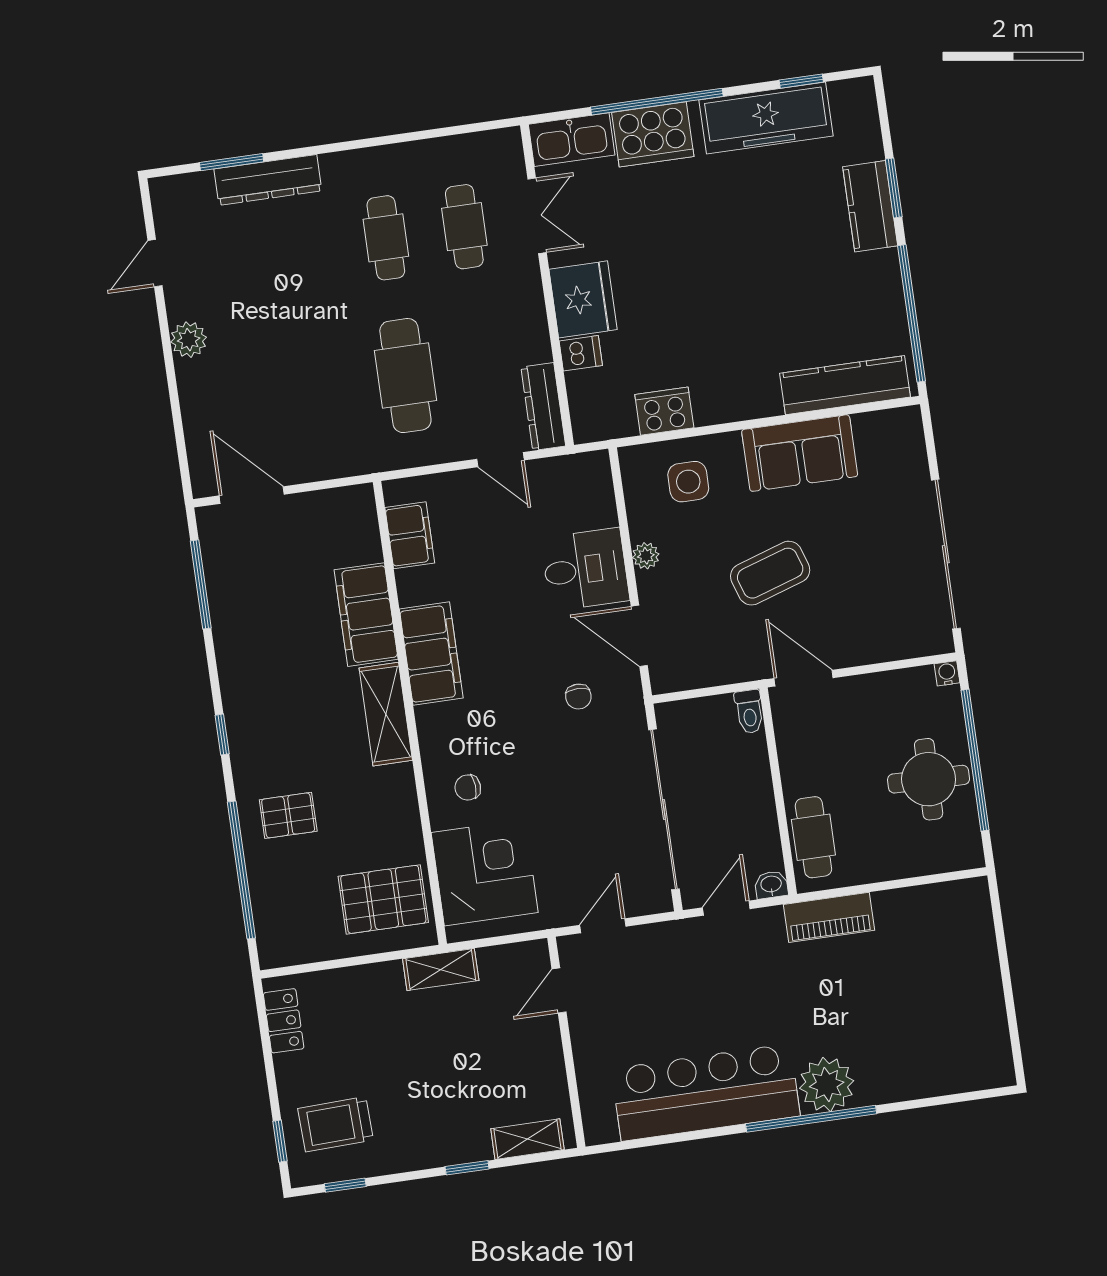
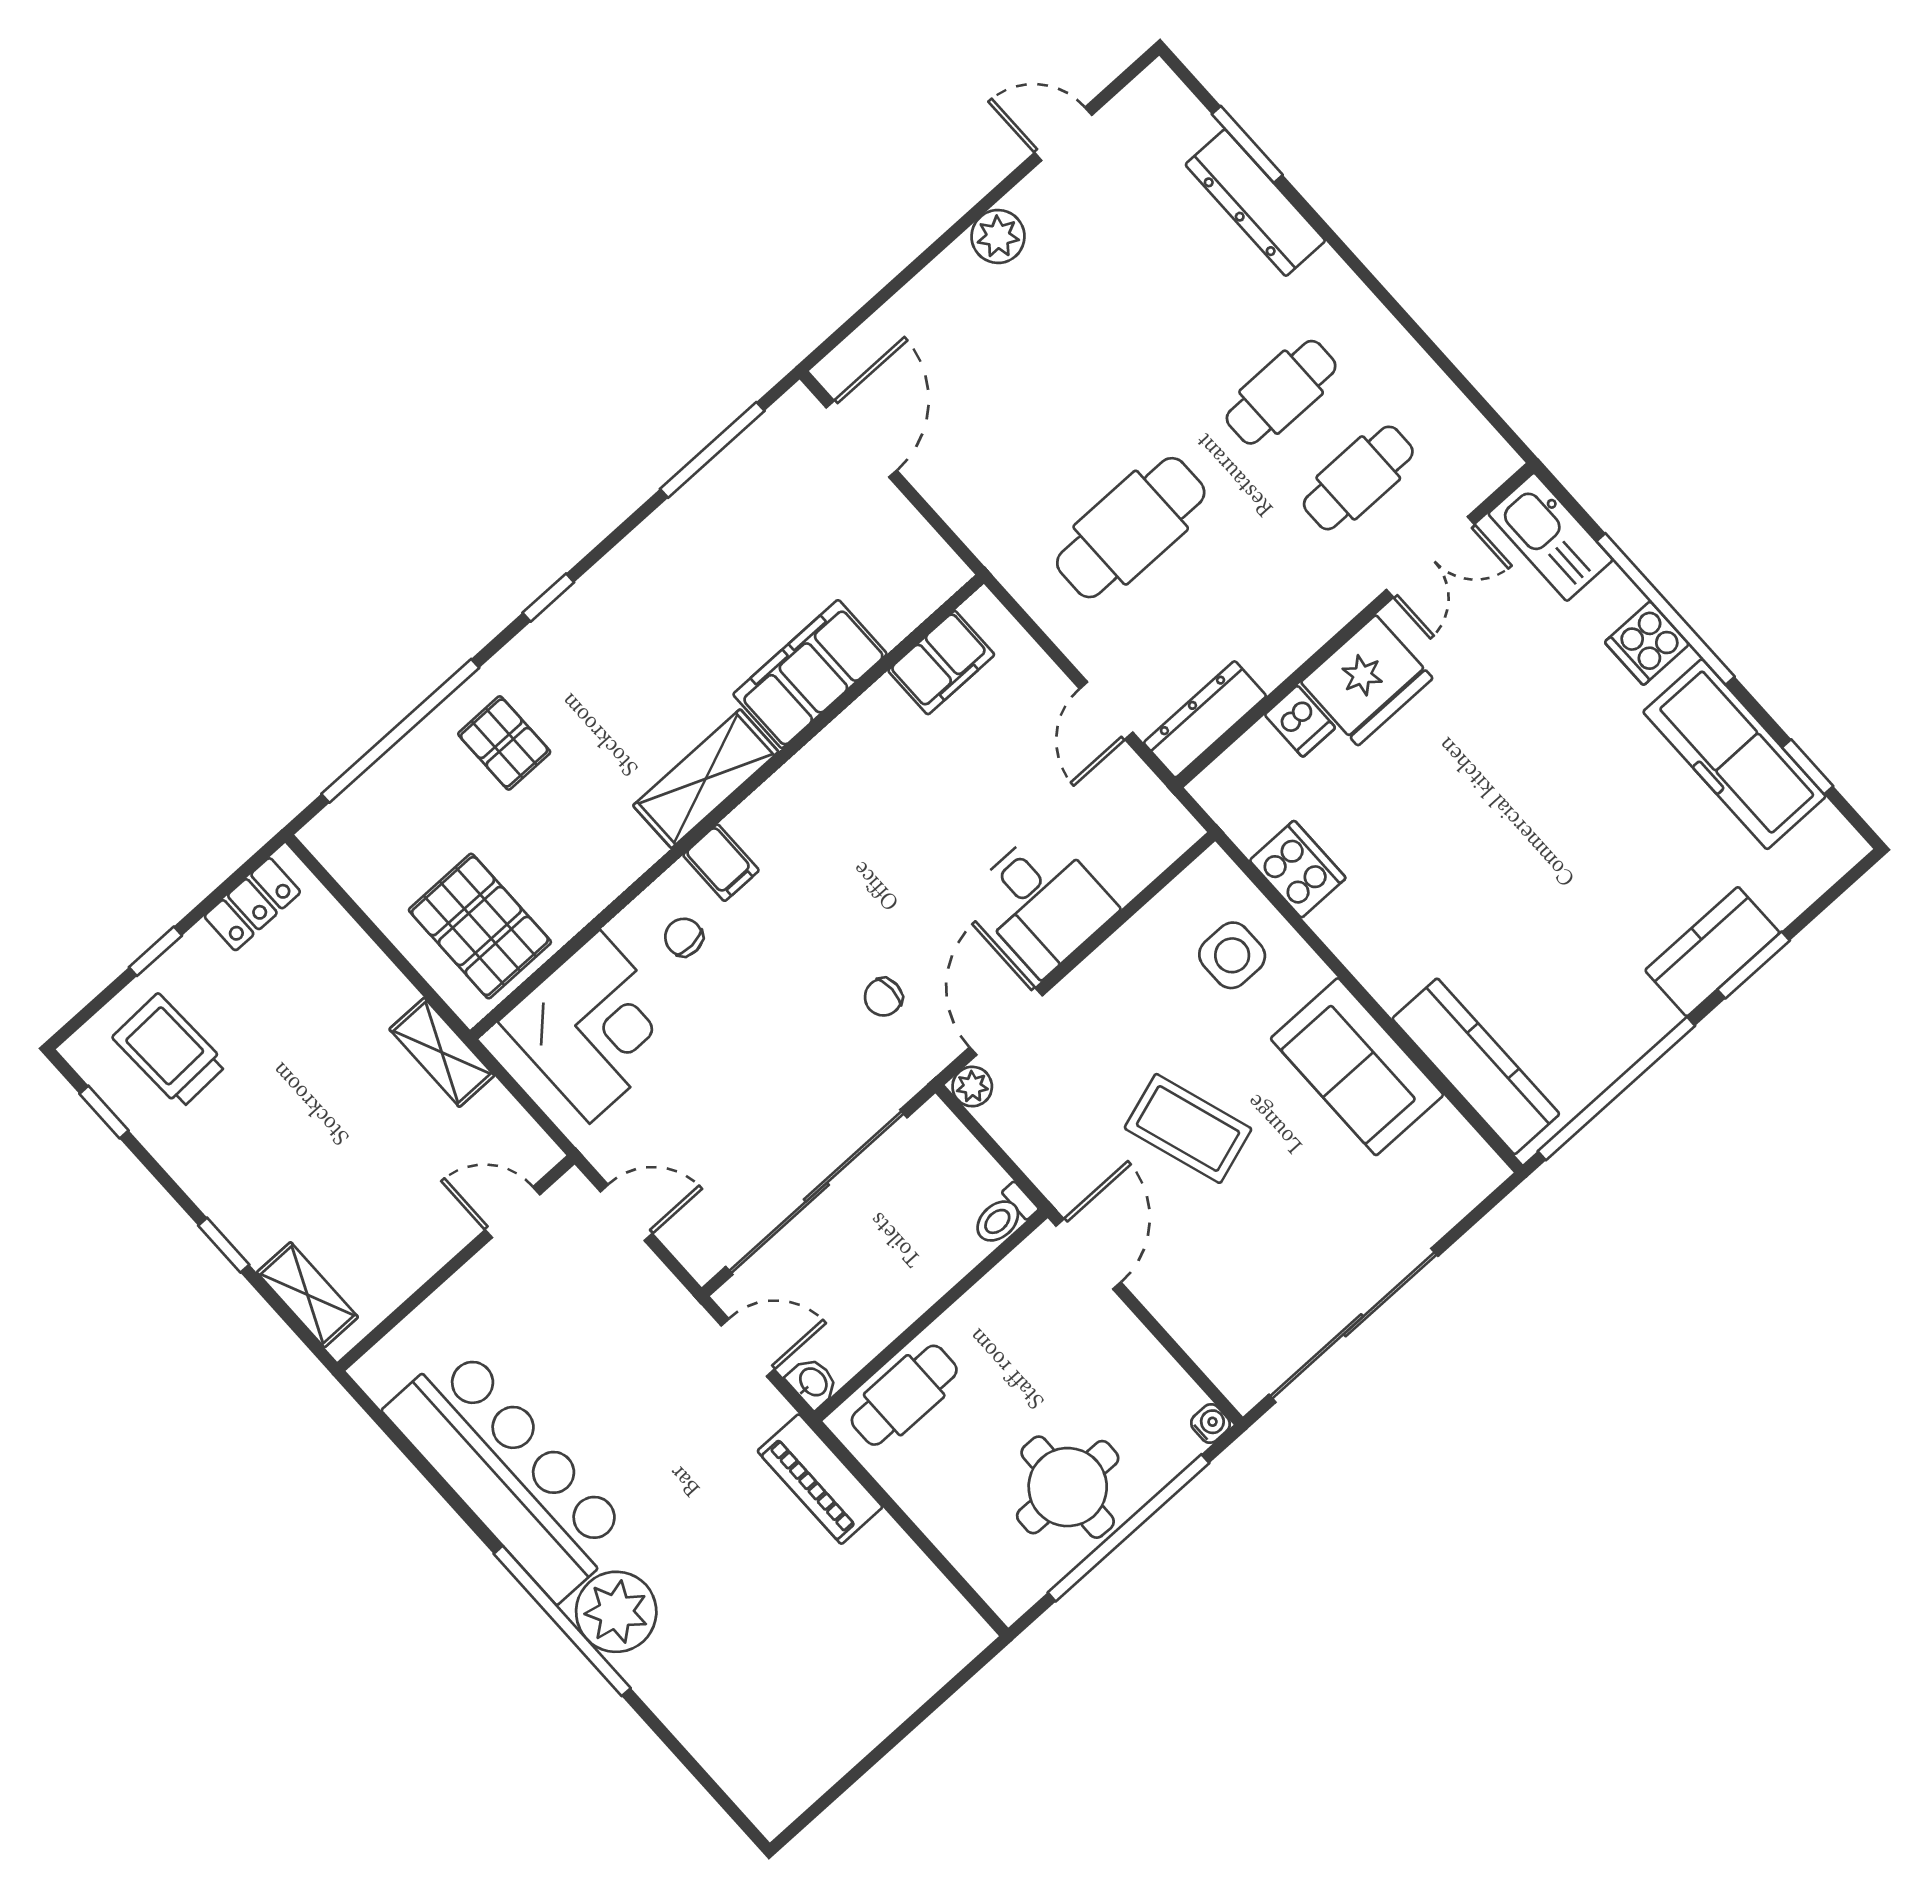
cooker: (653, 134) -> (1647, 643), width x0.53, depth x0.76
plant: (646, 556) -> (972, 1087), moved
filing cabinet: (431, 654) -> (721, 863), moved, width x0.33, depth x0.86
window: (280, 1141) -> (155, 951), moved

